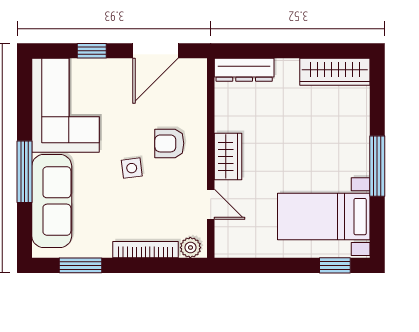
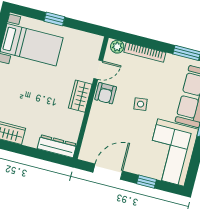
armchair: (169, 143) -> (106, 93), moved, turned 90
door: (211, 204) -> (98, 70), swing flipped
window: (335, 265) -> (54, 19), moved

